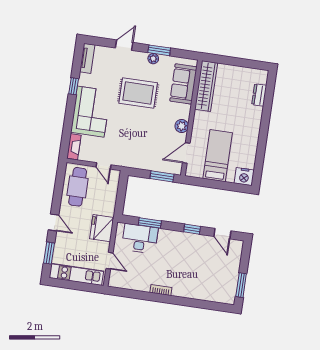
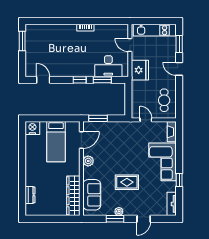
rug: (138, 93) -> (127, 182), width x0.73, depth x0.70
cafe table: (78, 187) -> (164, 100), width x0.73, depth x0.74
window: (192, 229) -> (80, 80), moved

